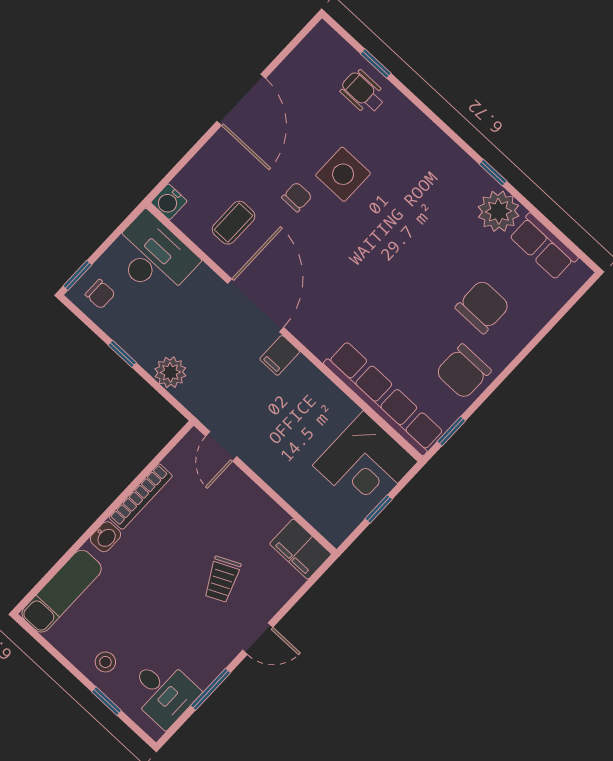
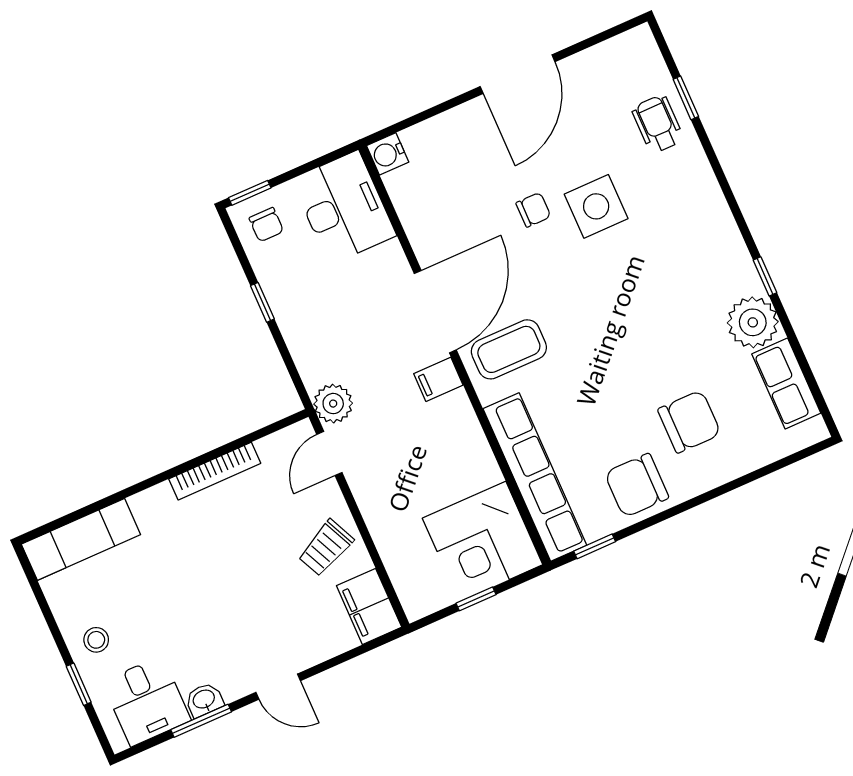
coffee table: (234, 223) -> (509, 349), moved, width x1.36, depth x1.30
plant: (170, 372) -> (333, 404), moved
washbasin: (105, 537) -> (204, 700), moved, turned 180
trolley: (222, 579) -> (326, 548), moved

